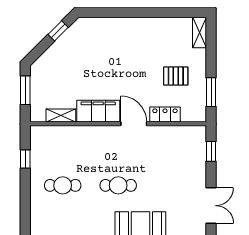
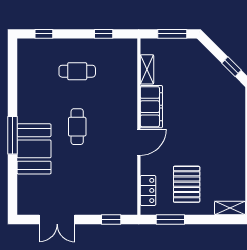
pallet: (176, 76) -> (187, 184), width x1.50, depth x1.42
locker: (165, 115) -> (148, 190), moved
cafe table: (63, 185) -> (77, 71), turned 90
window: (25, 219) -> (44, 34), added

